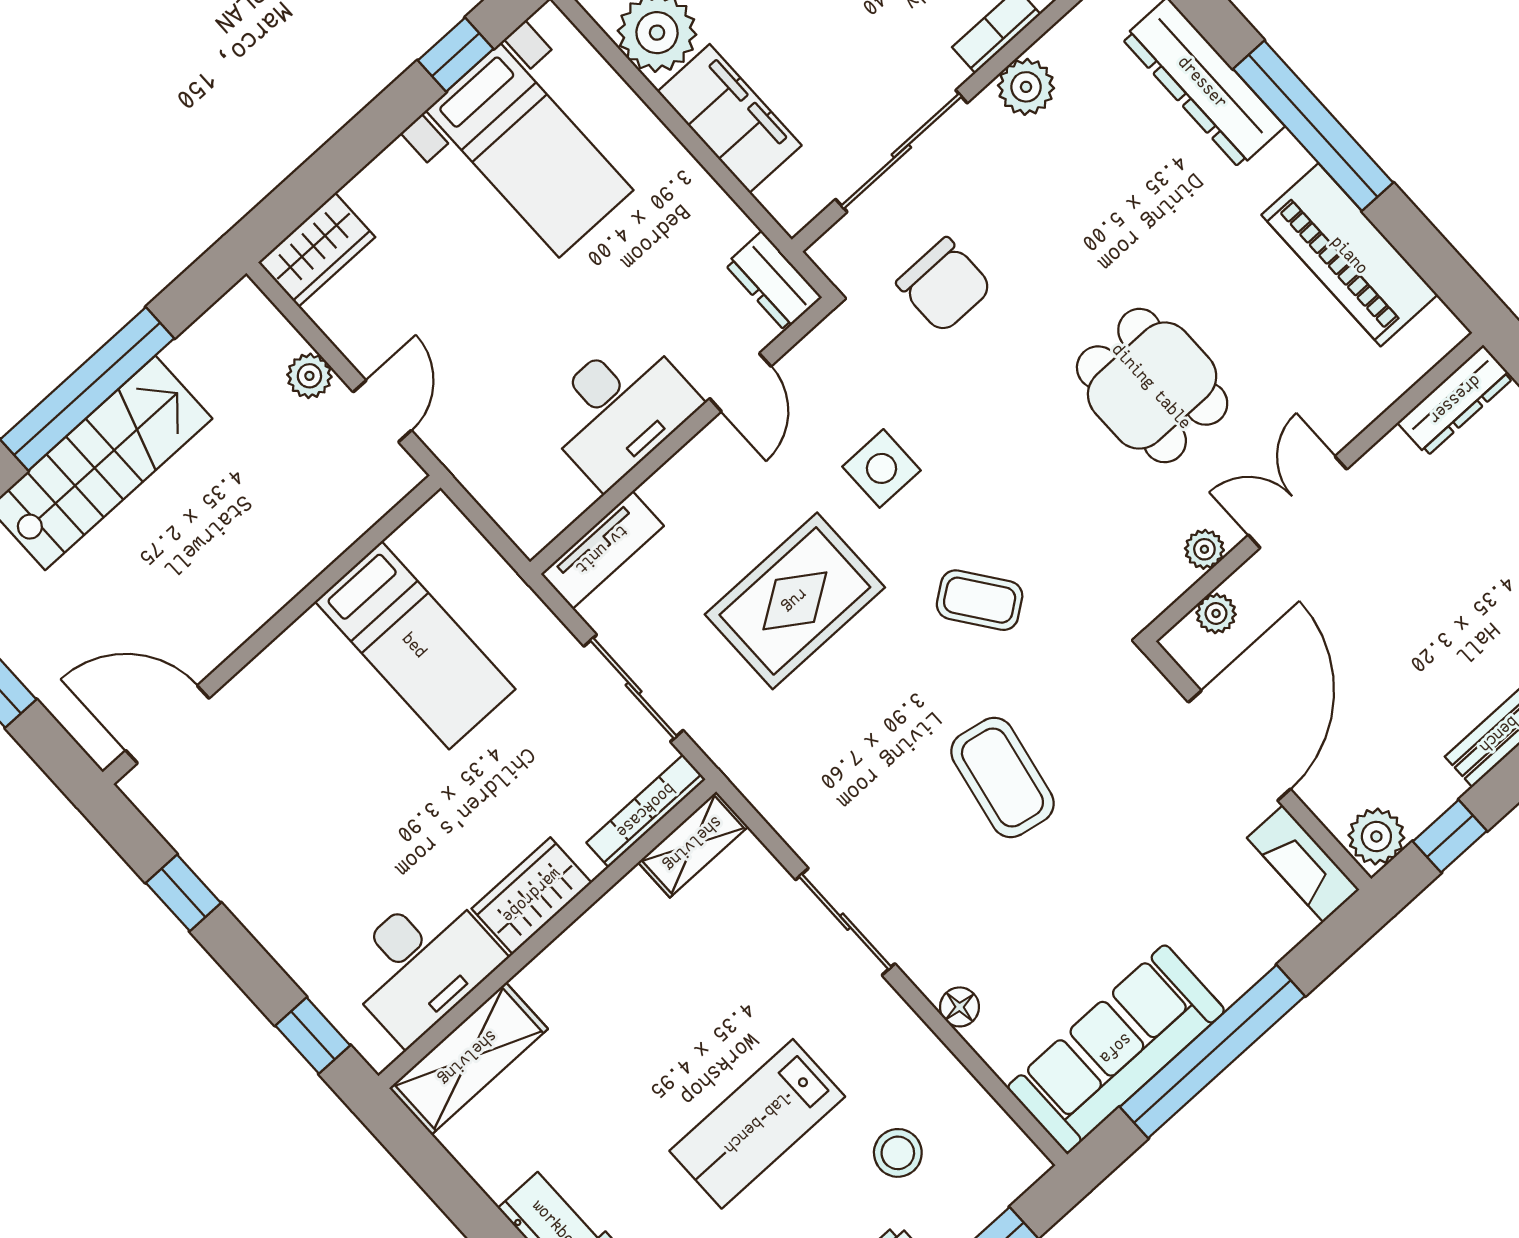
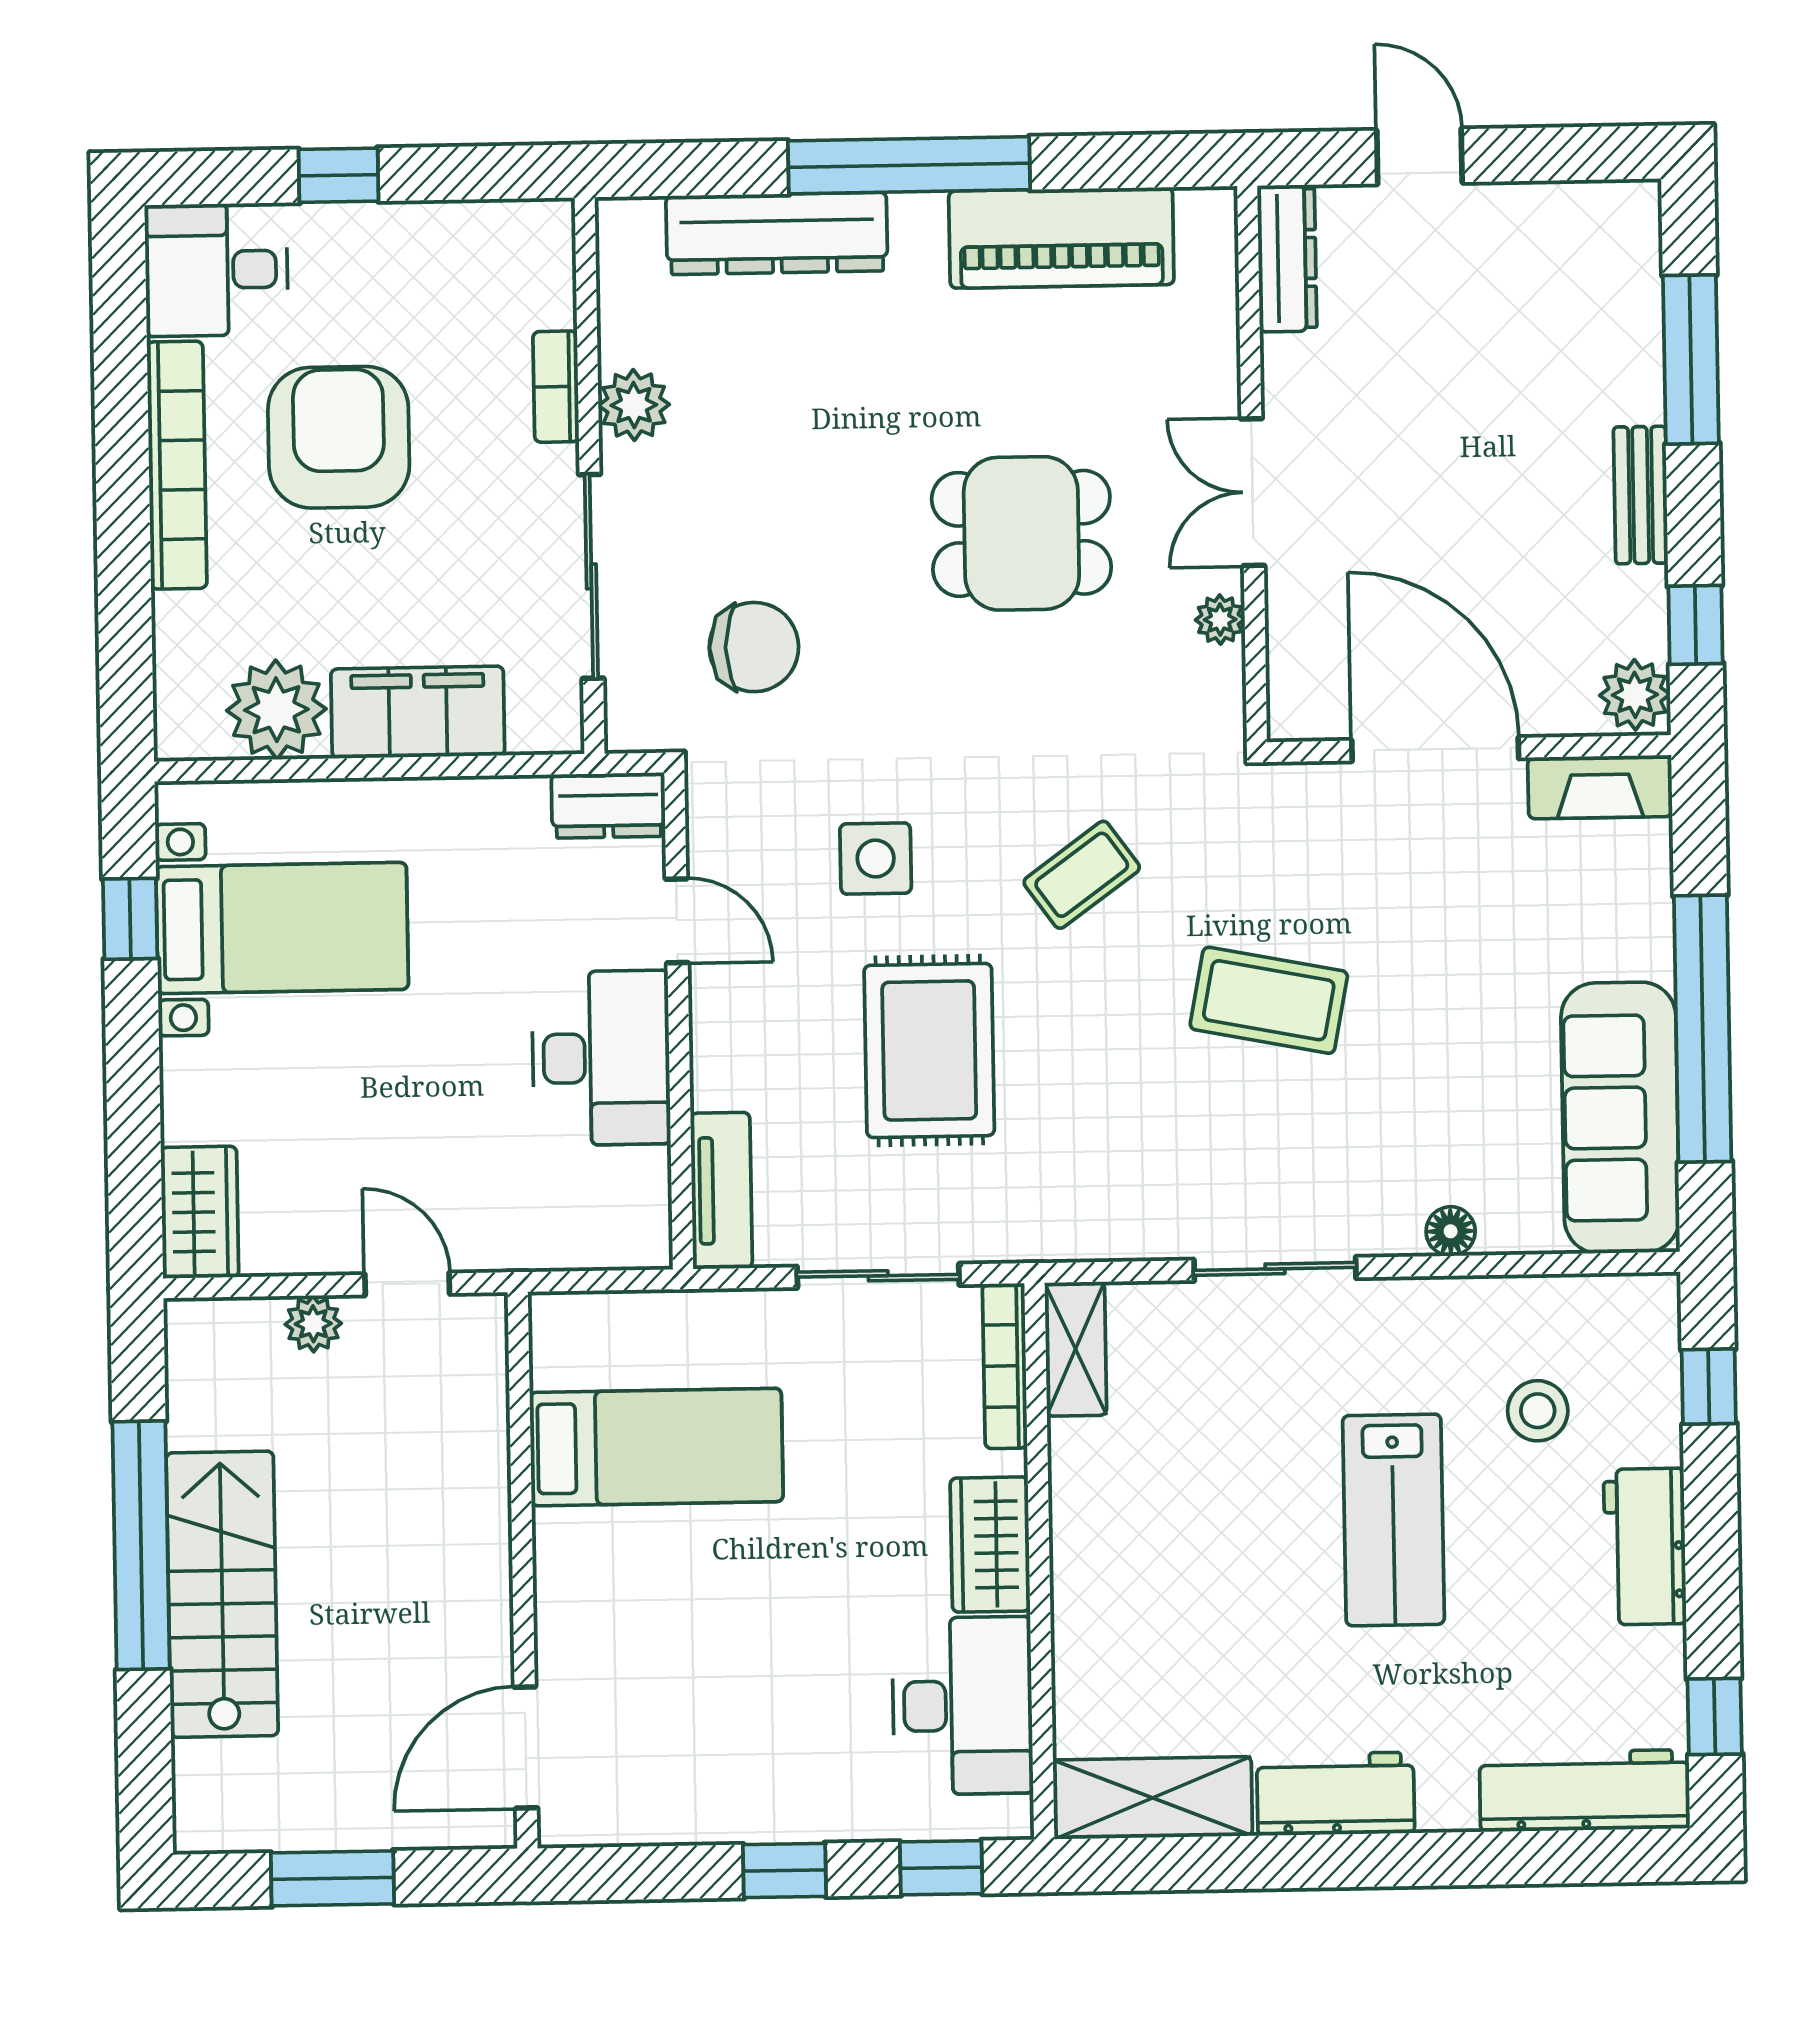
plant: (1216, 613) -> (1291, 662), removed
window: (183, 893) -> (784, 1871), moved
shelving: (468, 1058) -> (1153, 1798), moved, turned 90

